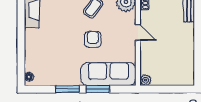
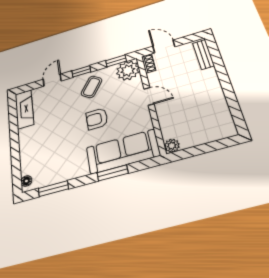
armchair: (93, 39) -> (97, 119), turned -90
window: (68, 89) -> (53, 189), moved

